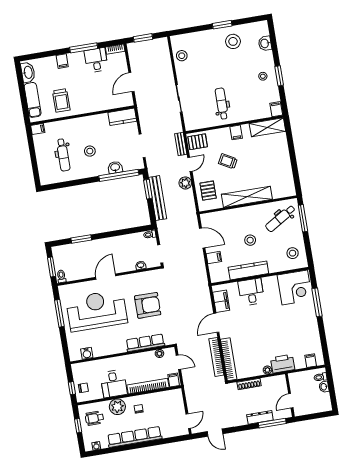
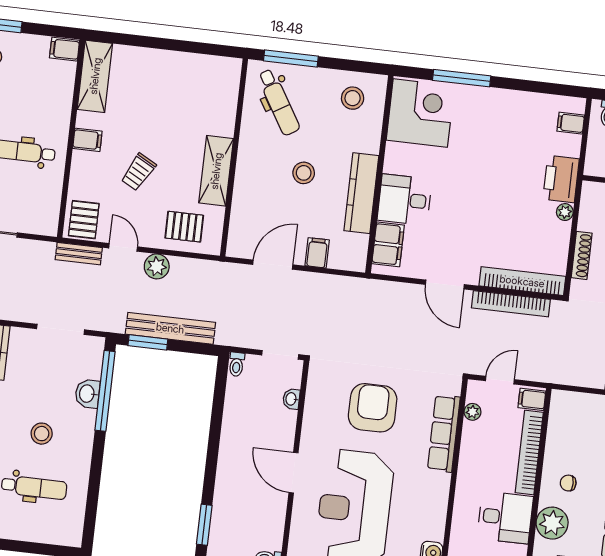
shelving: (247, 197) -> (216, 171), width x0.68
window: (81, 239) -> (204, 525), moved
filing cabinet: (221, 301) -> (388, 244), moved, turned 90

